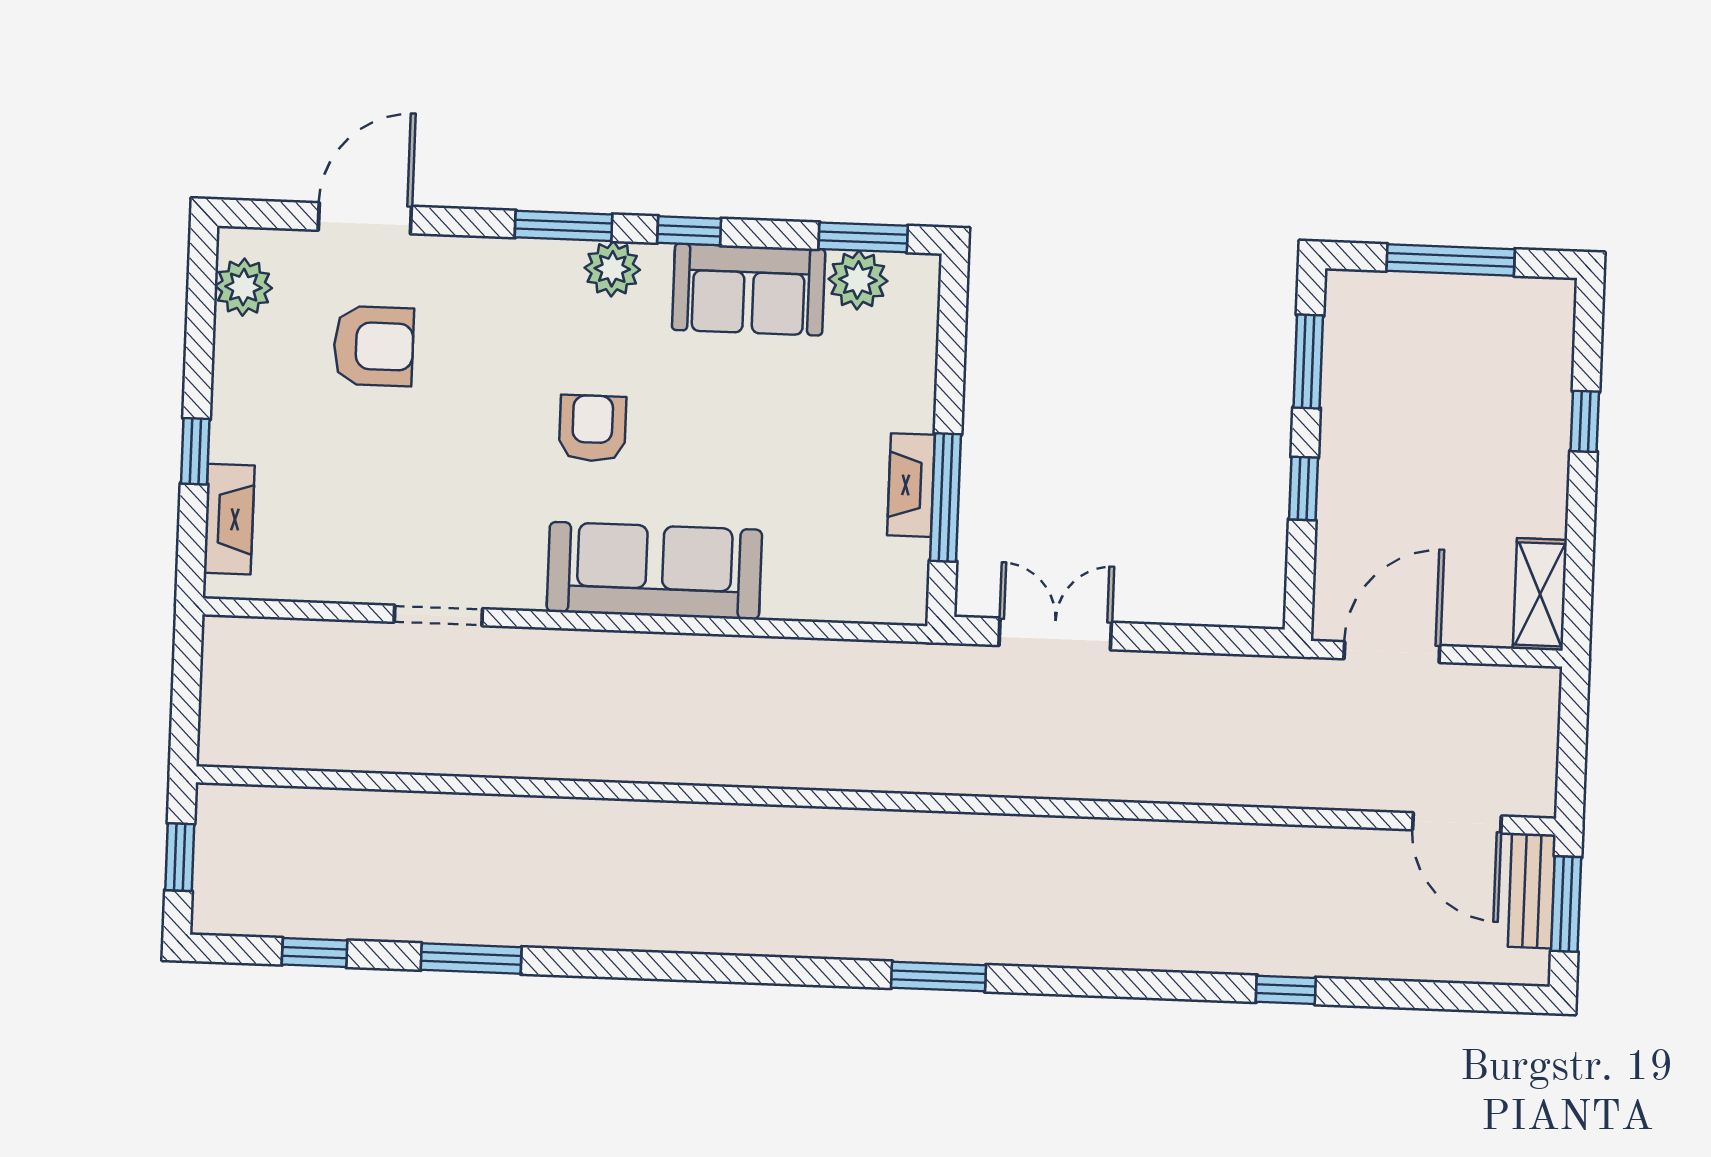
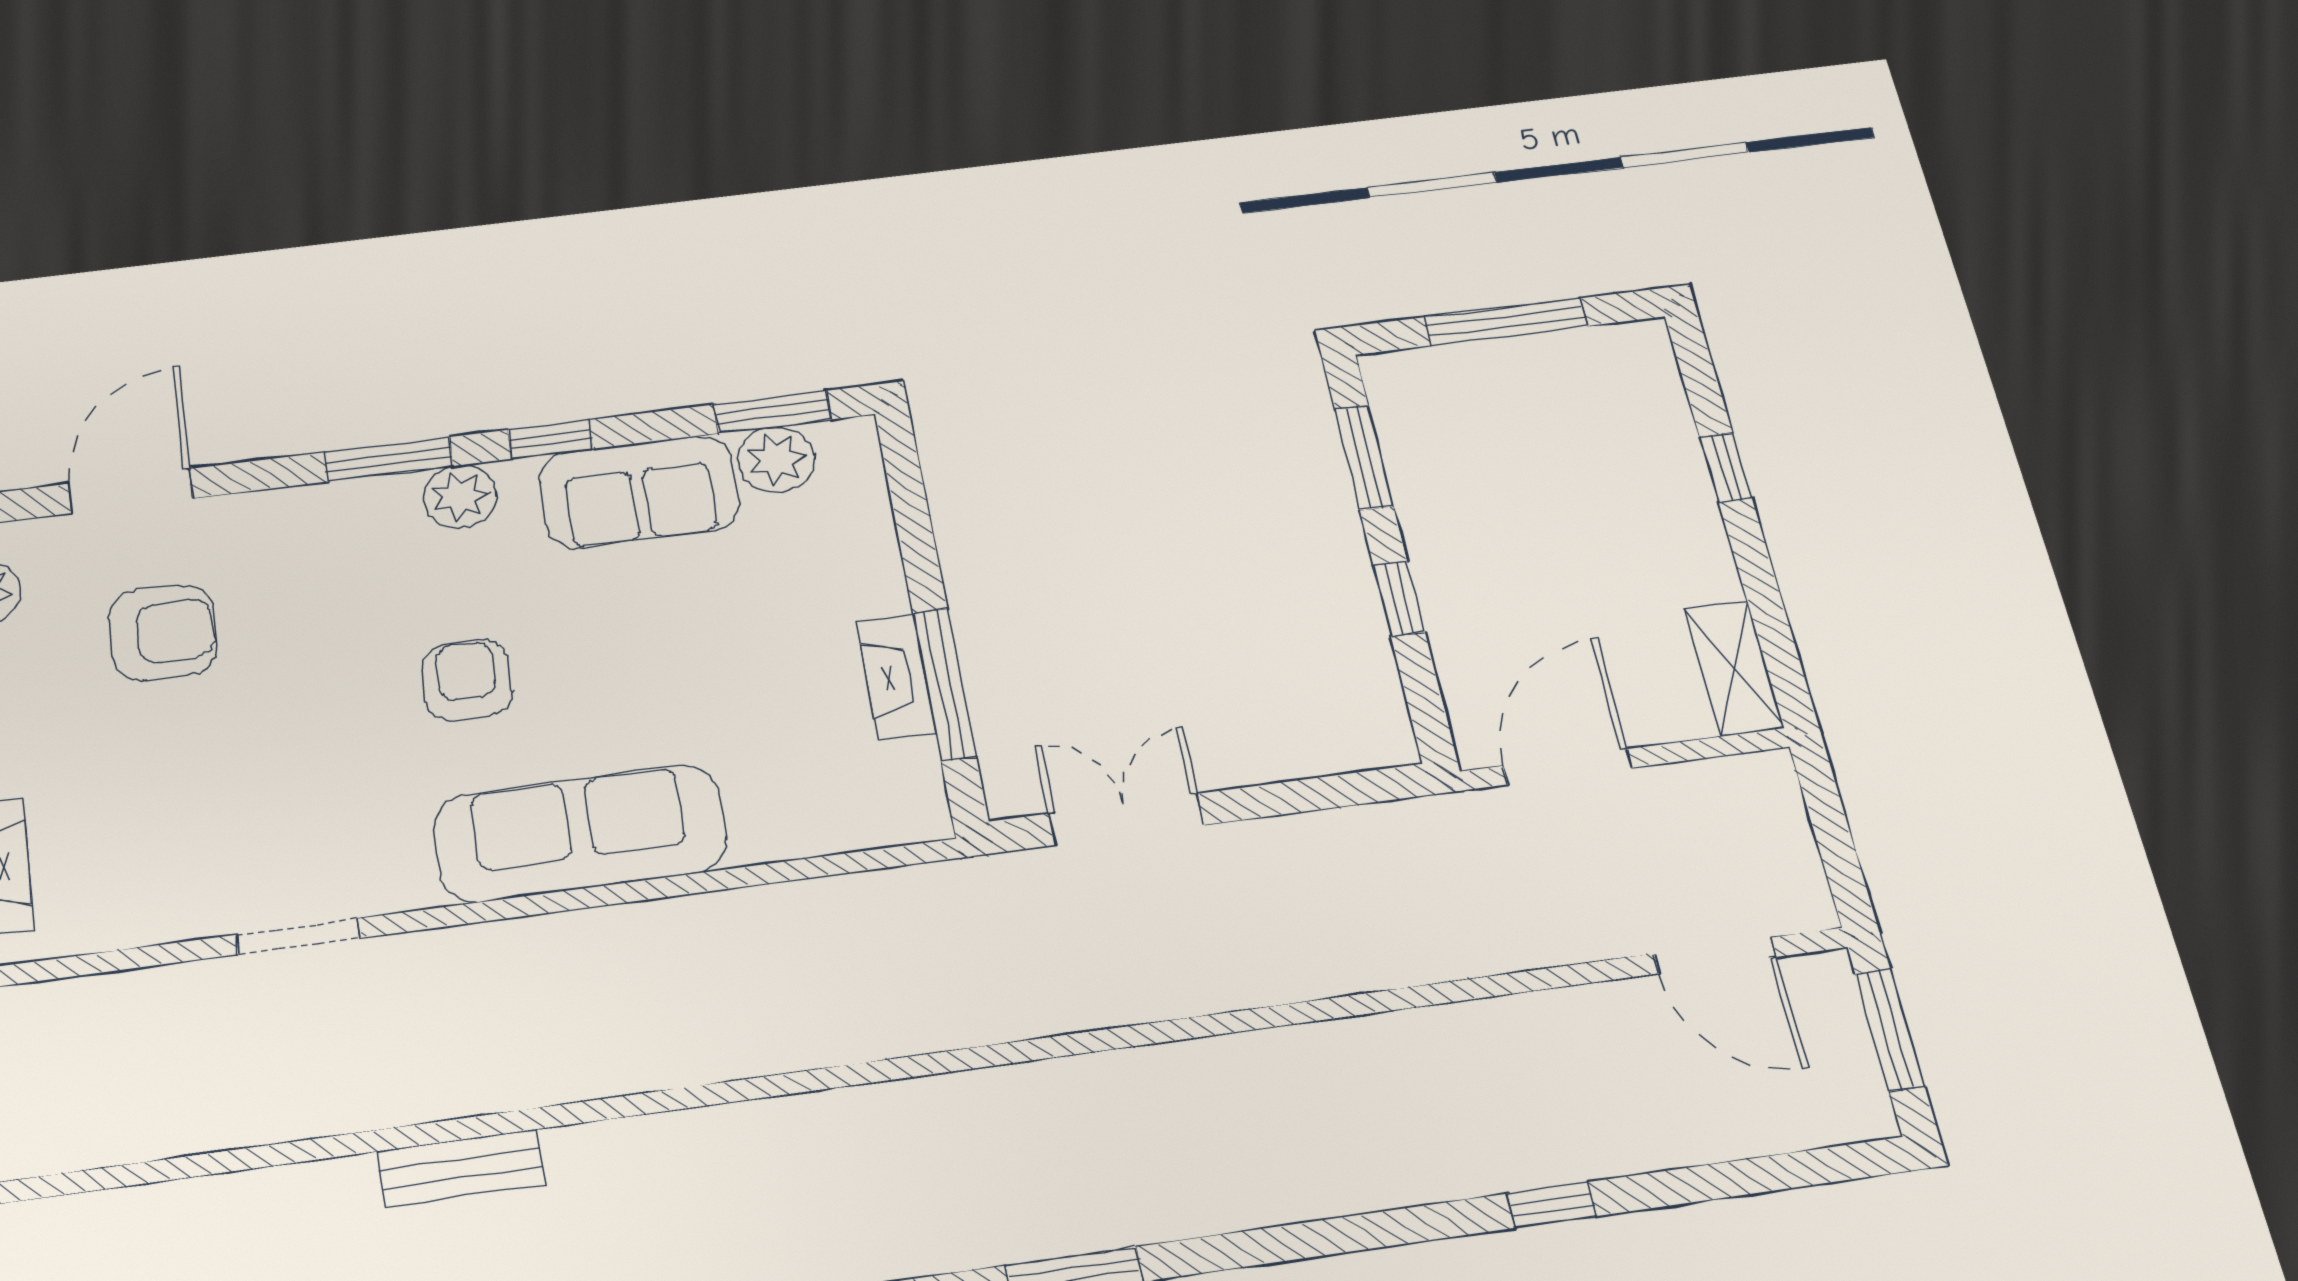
bench: (1532, 891) -> (461, 1168), moved, turned 90

